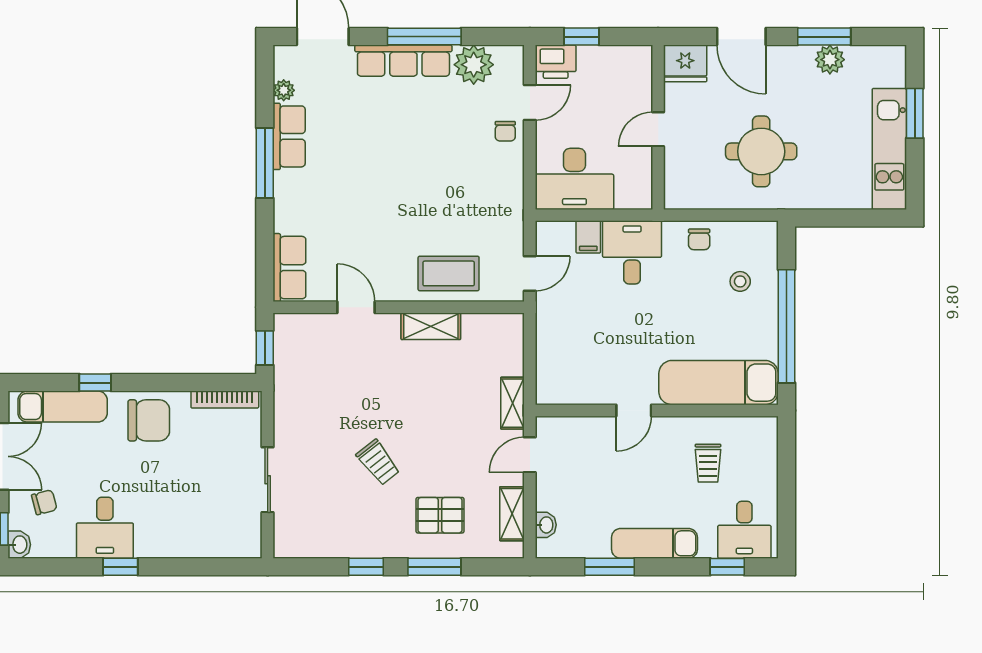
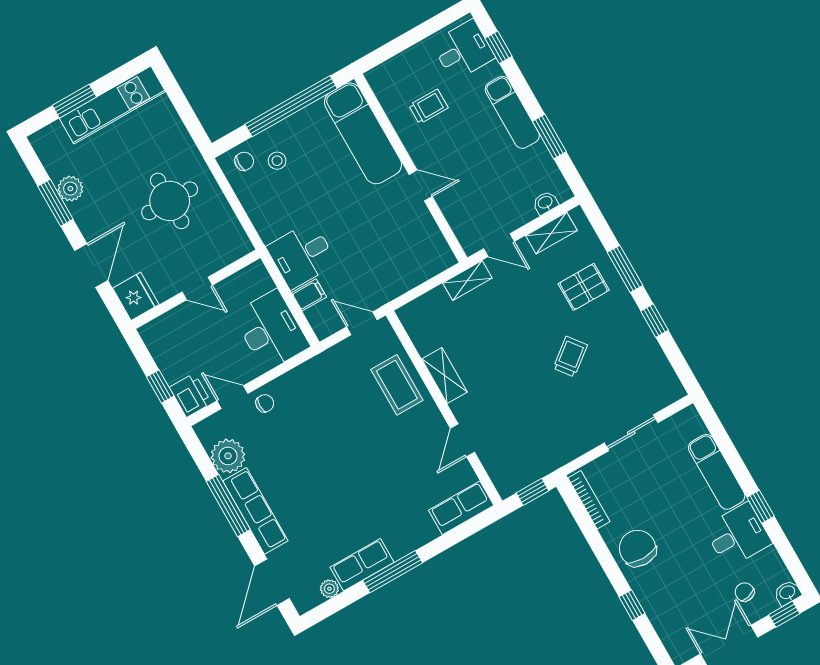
chair: (699, 239) -> (244, 161), moved
exam couch: (63, 407) -> (717, 472), moved, turned 180
pallet: (440, 515) -> (584, 287), turned 90

